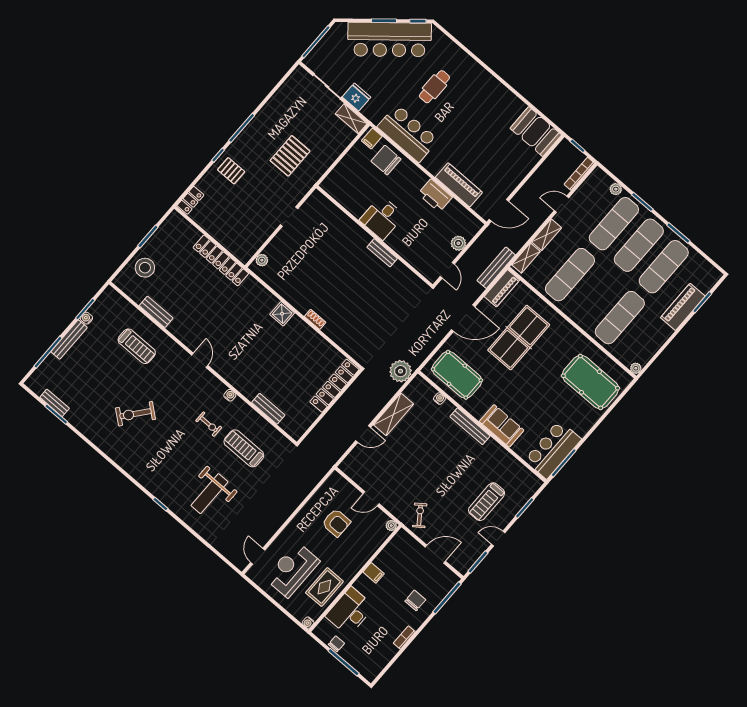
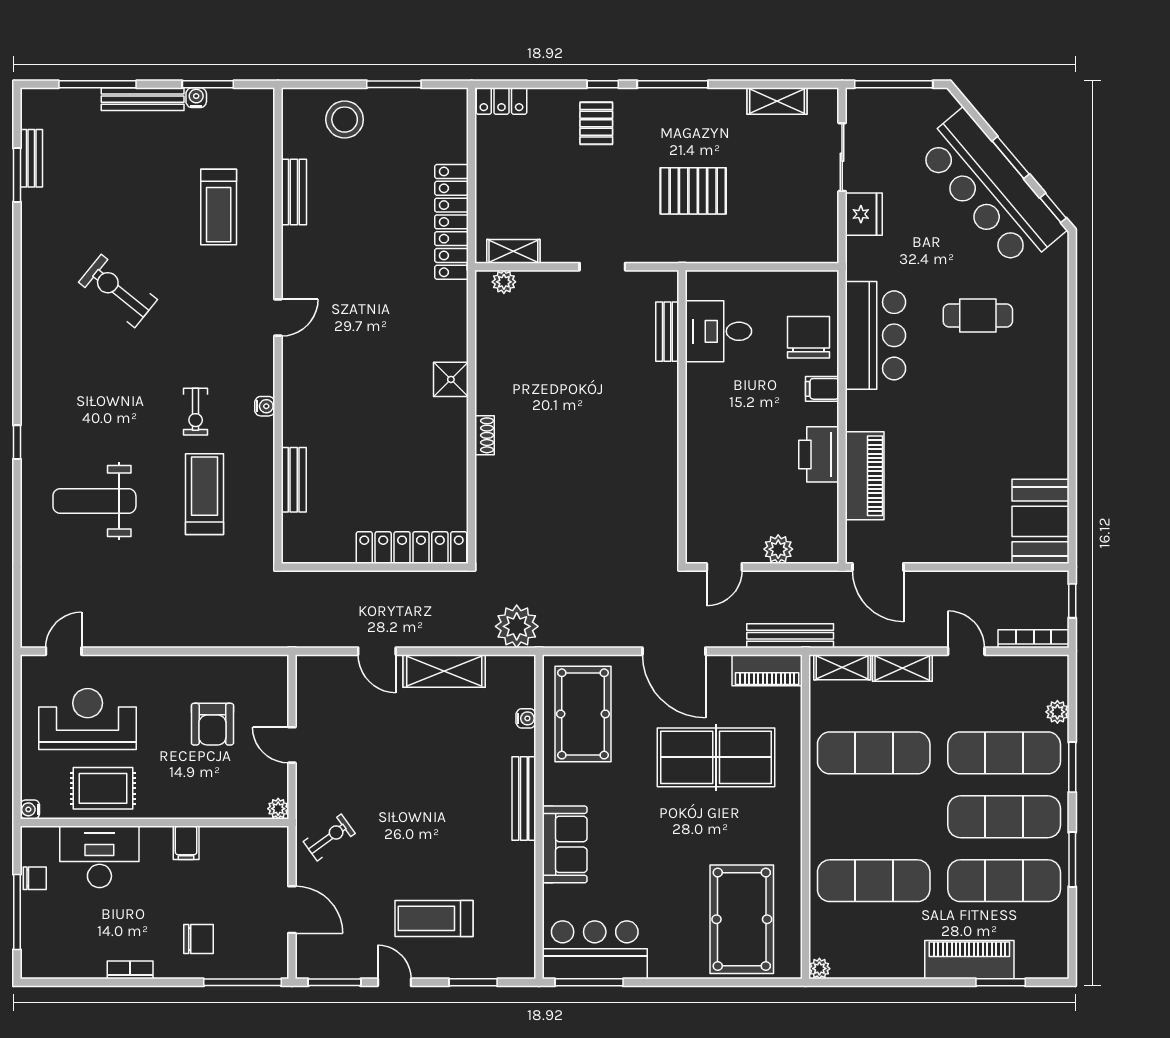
shelving: (351, 119) -> (777, 101), moved, turned 90
filing cabinet: (372, 139) -> (822, 389), moved
desk: (382, 218) -> (718, 331), moved
shelving: (253, 246) -> (513, 251), added
bench: (382, 253) -> (667, 332), moved

